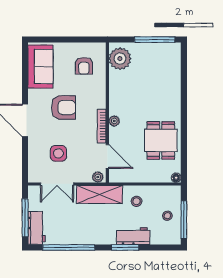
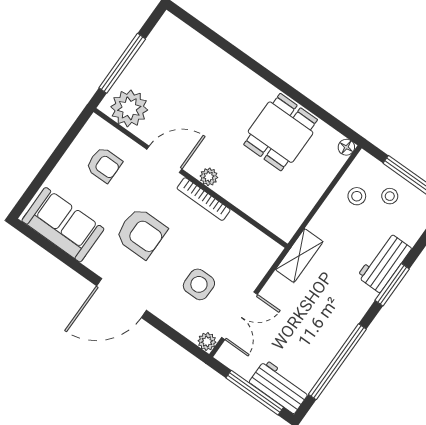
window: (155, 40) -> (122, 63), moved
armchair: (63, 108) -> (141, 233), turned 90
dining table: (161, 140) -> (281, 132), turned 90
door: (107, 157) -> (164, 159), moved
plant: (98, 177) -> (207, 341), moved
shelving: (100, 195) -> (299, 256), width x0.67, depth x0.75
stool: (137, 201) -> (357, 196), moved

